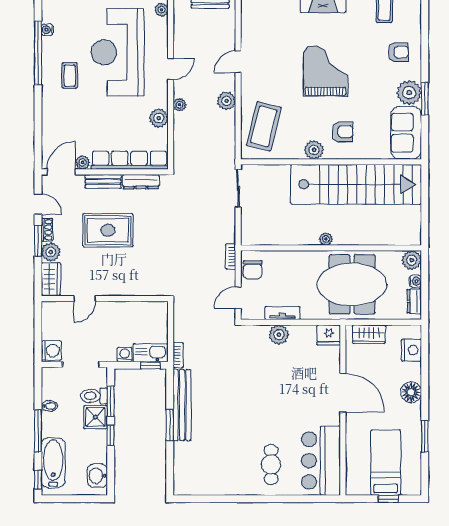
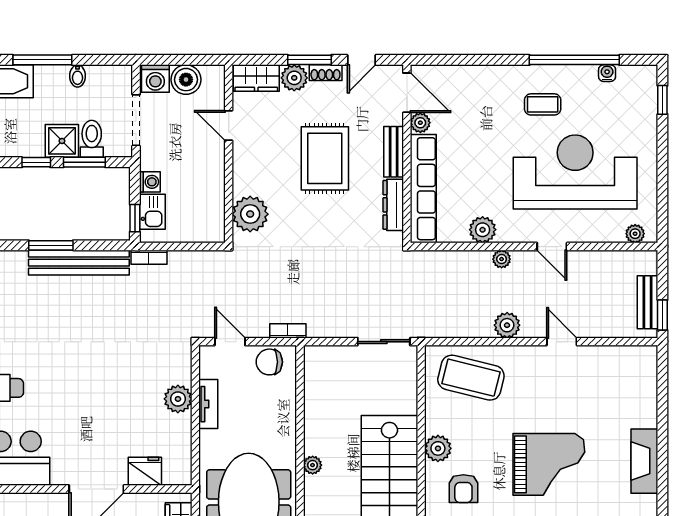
plant: (147, 283) -> (250, 214), added
boiler: (52, 329) -> (186, 80), added
fridge: (329, 335) -> (145, 471), moved, turned 90
kitchen sink: (151, 353) -> (152, 212), width x0.73

